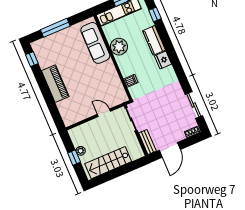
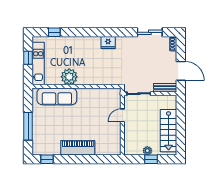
kitchen counter: (154, 40) -> (77, 43), removed
fridge: (163, 60) -> (108, 42), moved
dishwasher: (131, 81) -> (104, 79), removed

